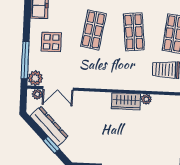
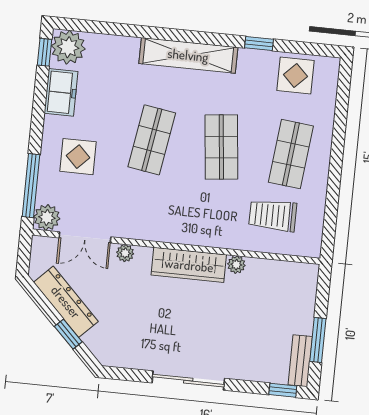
plant: (37, 94) -> (125, 253), moved
wardrobe: (126, 101) -> (189, 265), width x1.50

